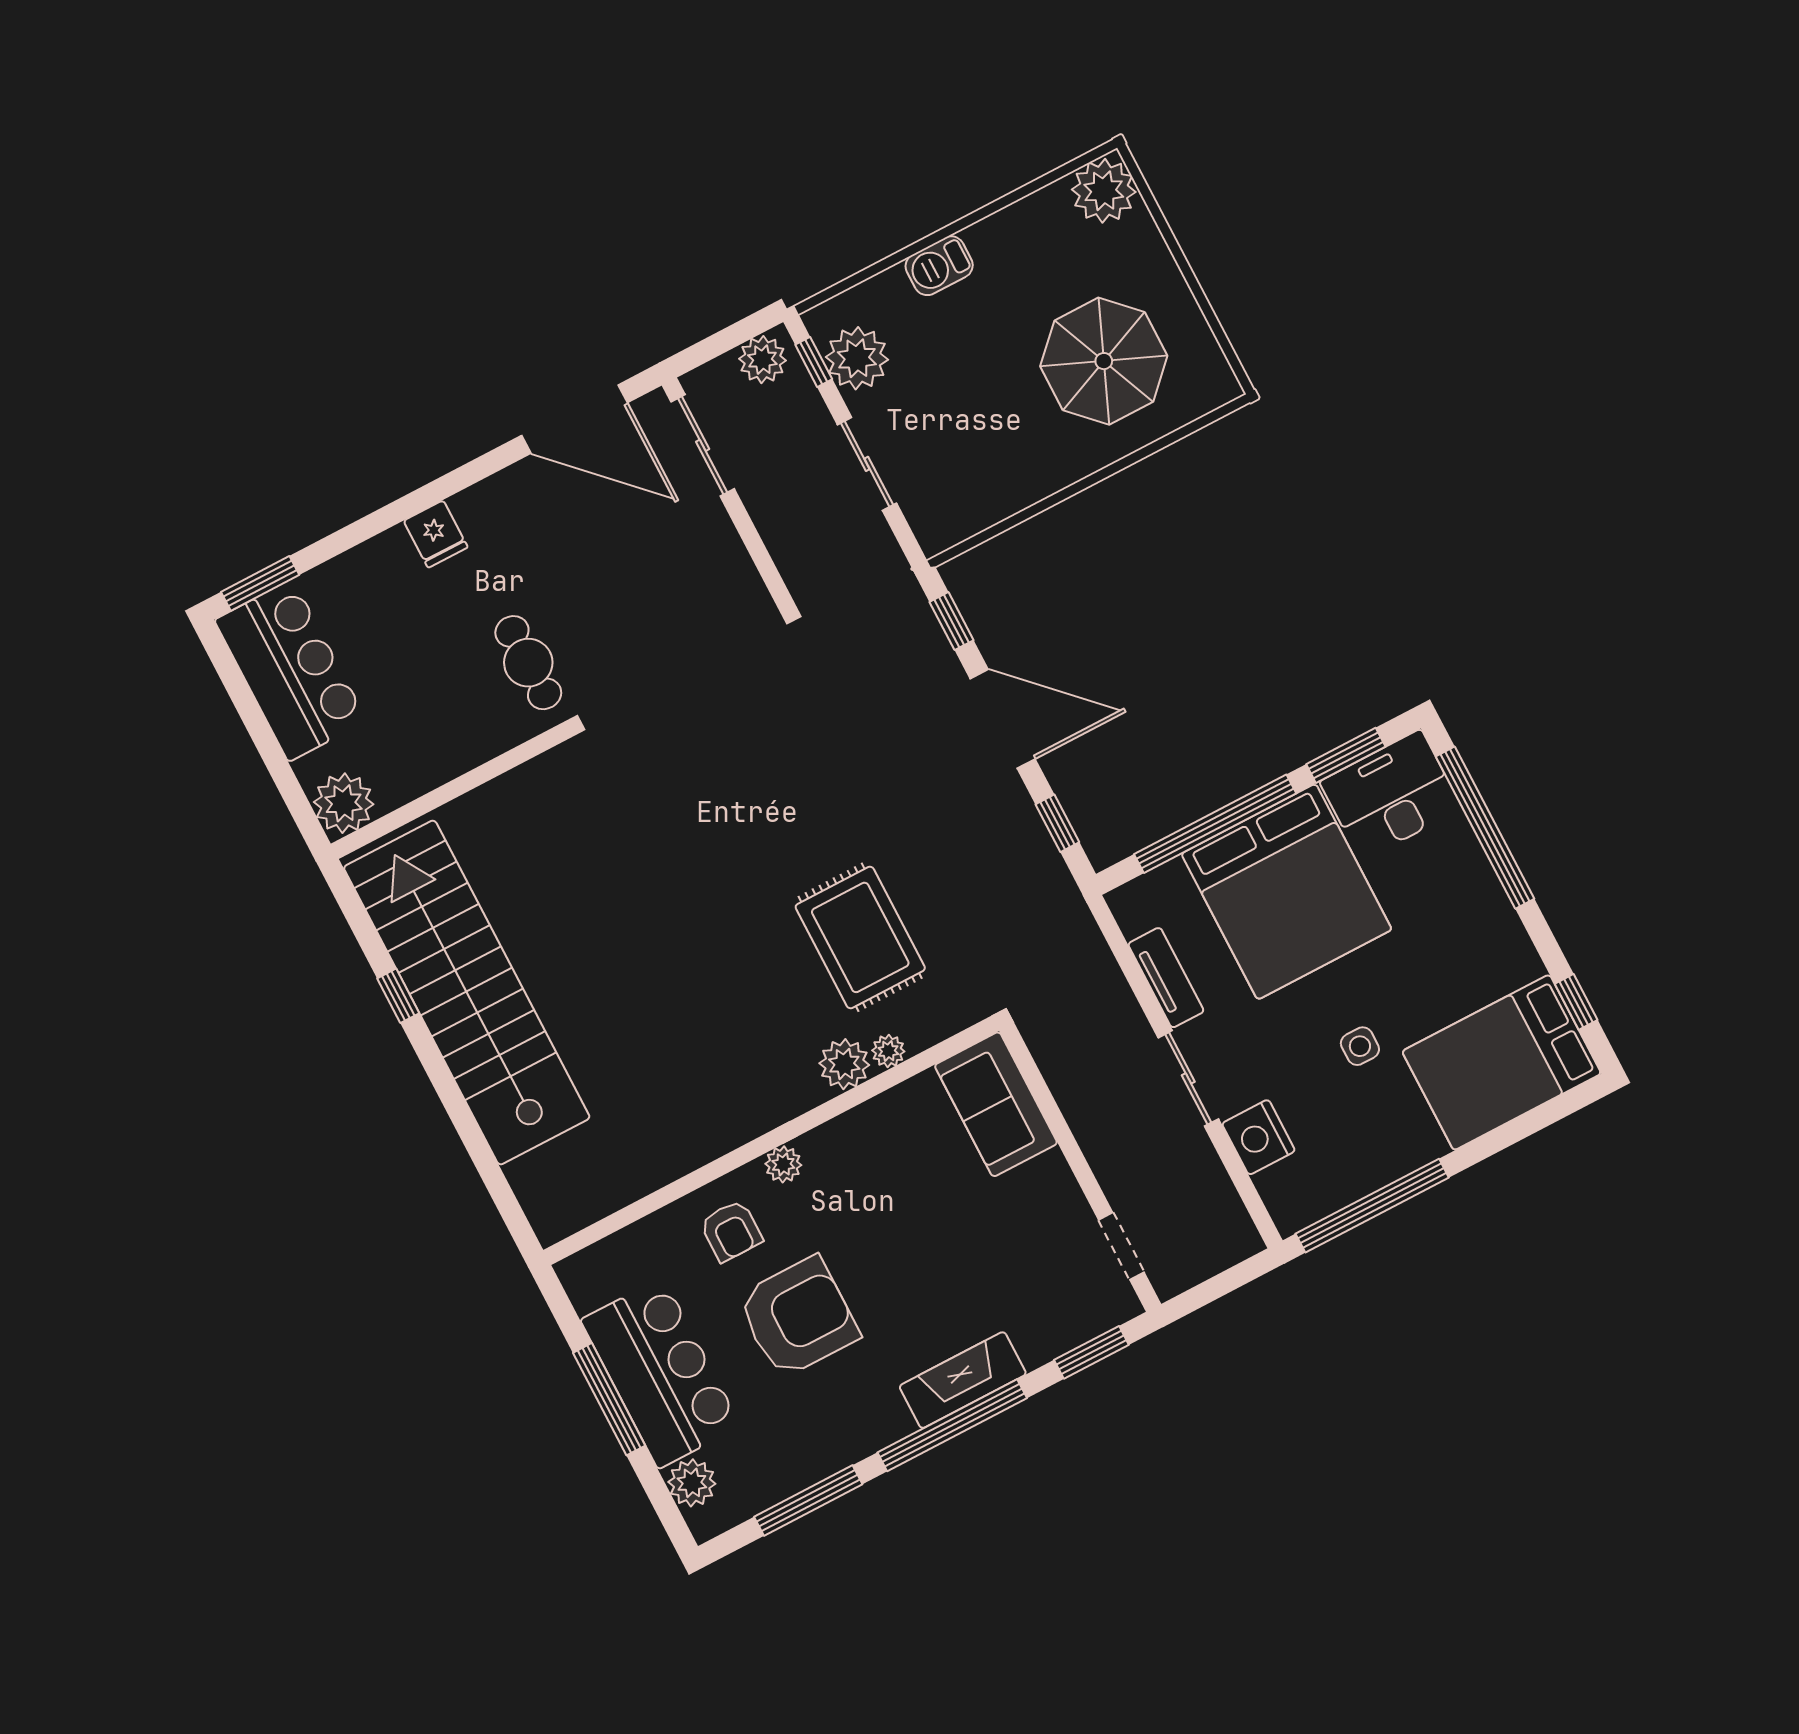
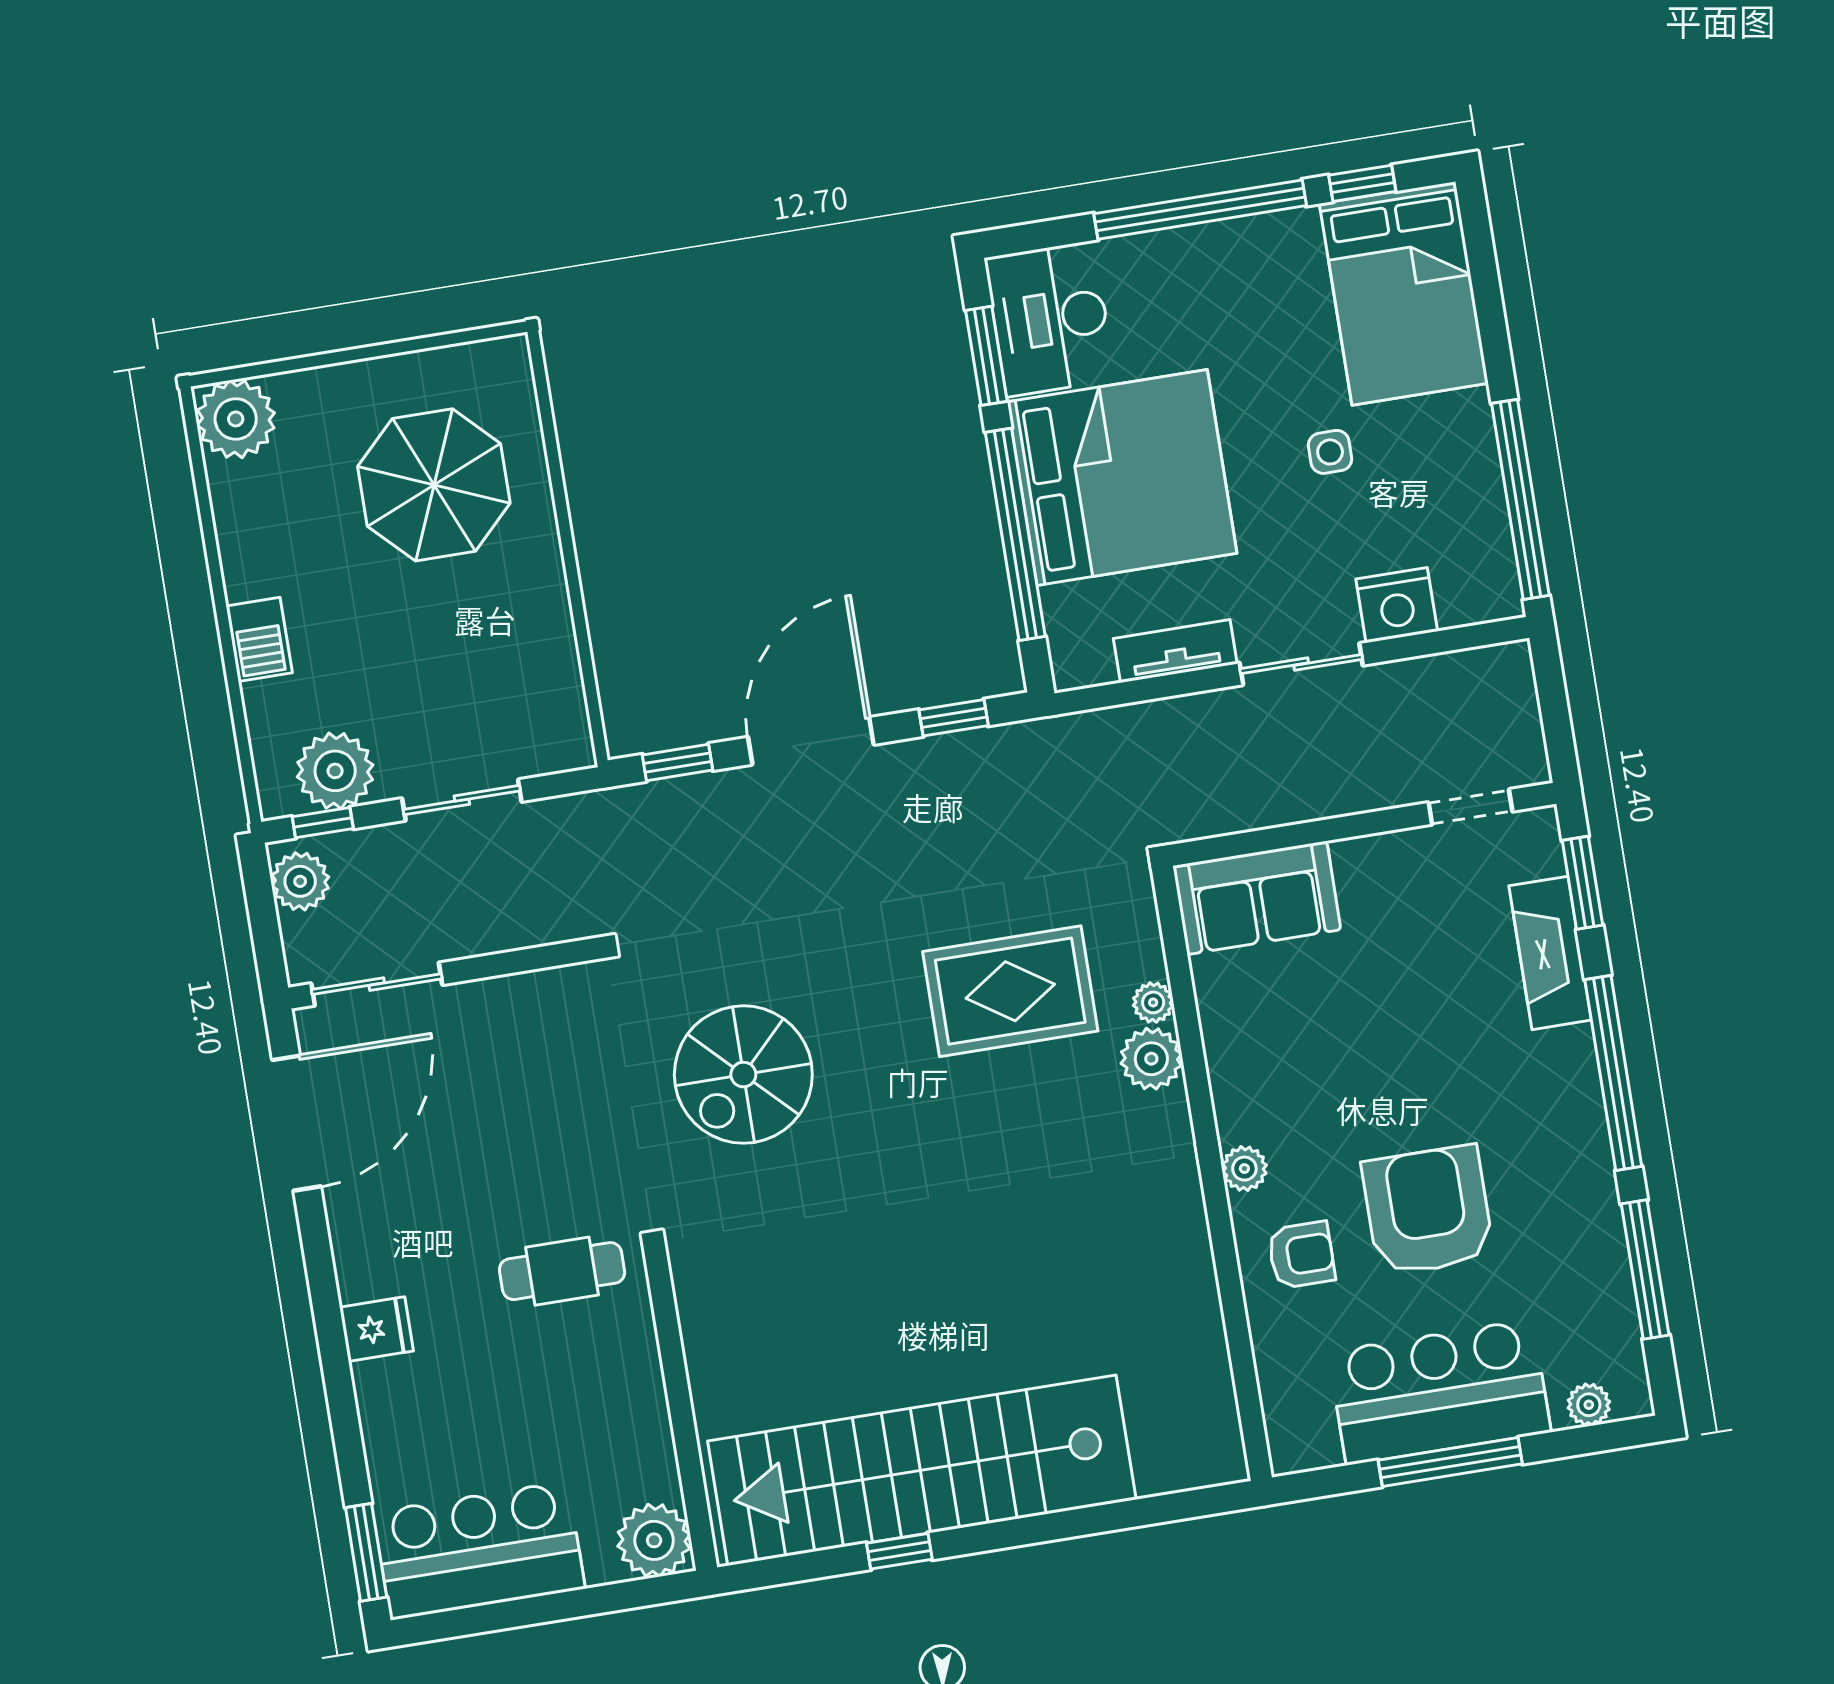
spiral stairs: (727, 752) -> (743, 1075), added
window: (1485, 828) -> (1200, 210), moved
fireplace: (963, 1380) -> (1550, 953), moved
plant: (692, 1483) -> (1589, 1405), width x0.73, depth x0.73

